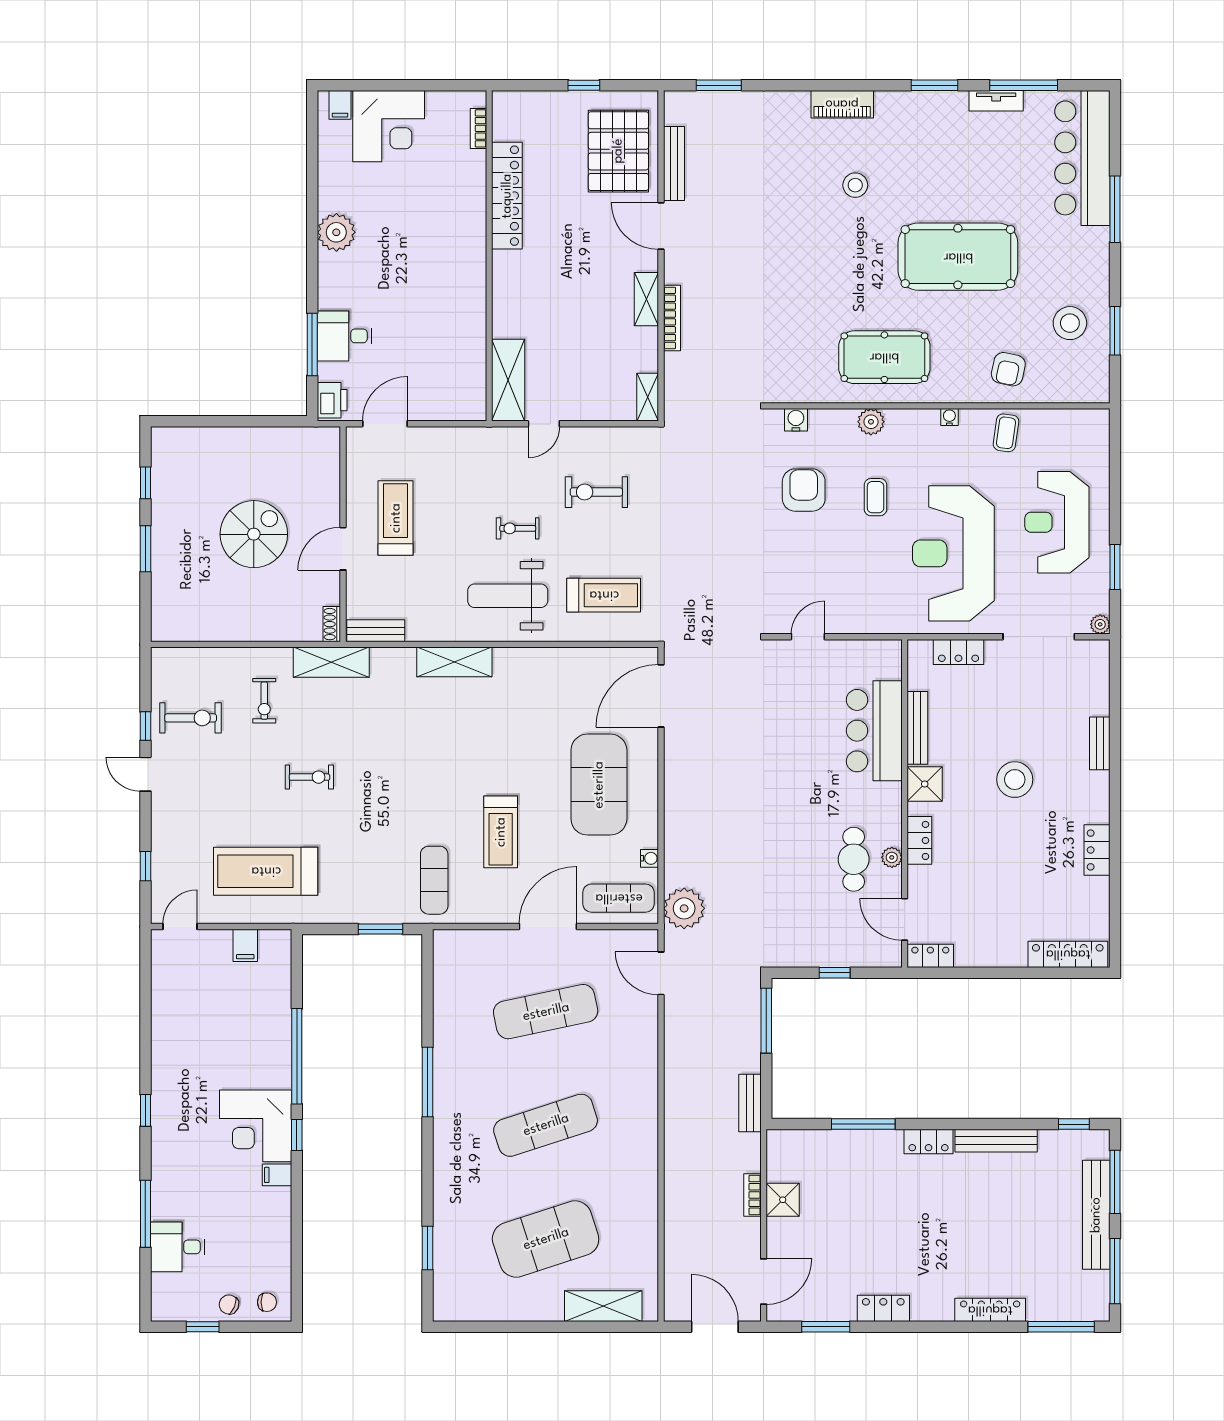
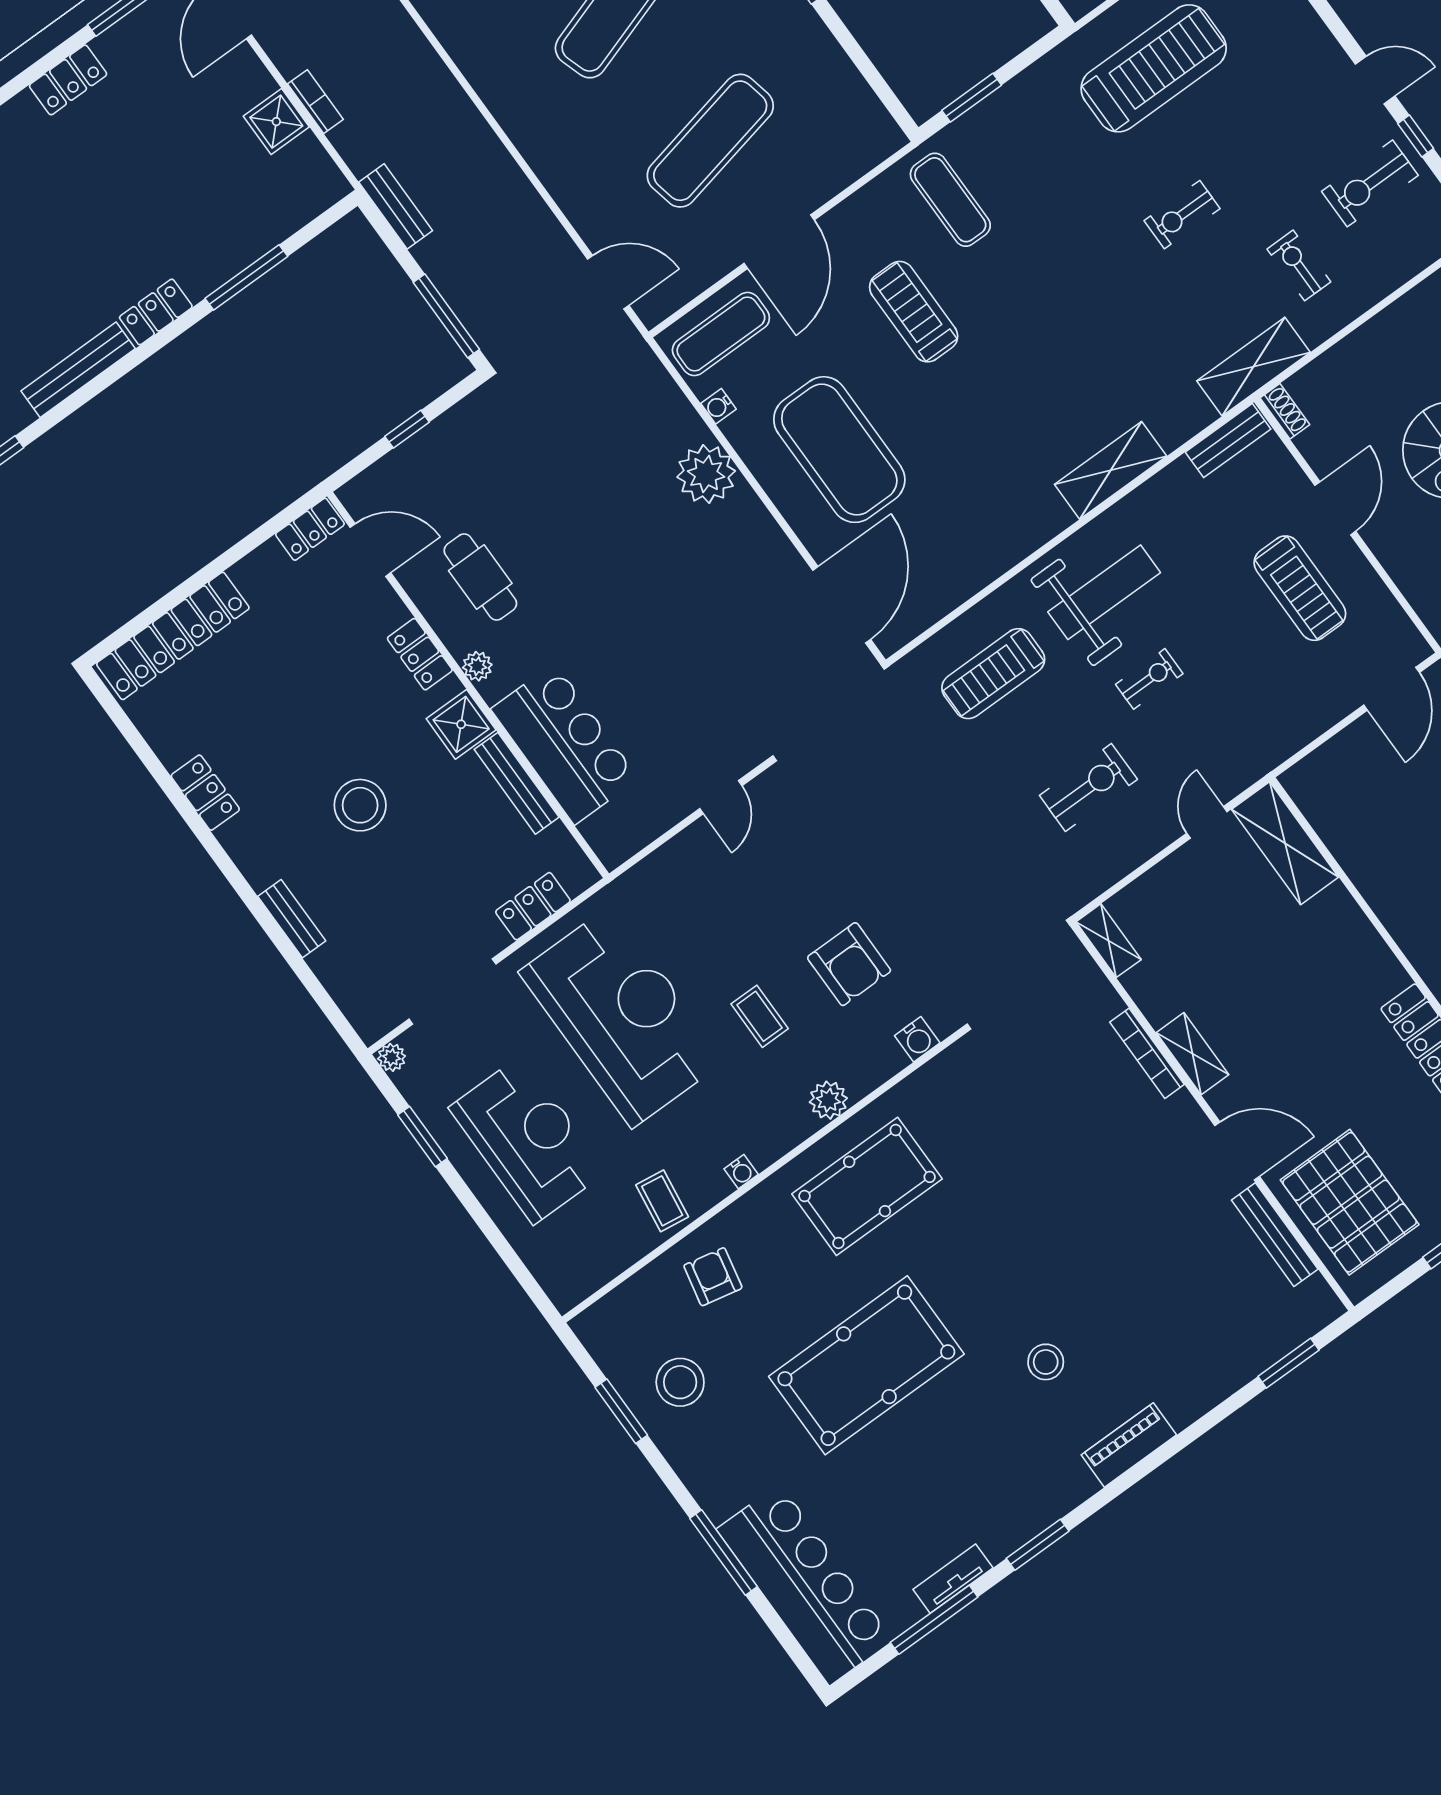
plant: (892, 857) -> (477, 666), moved
plant: (684, 908) -> (706, 474), moved
locker: (1068, 954) -> (173, 636), width x1.41, depth x1.21

